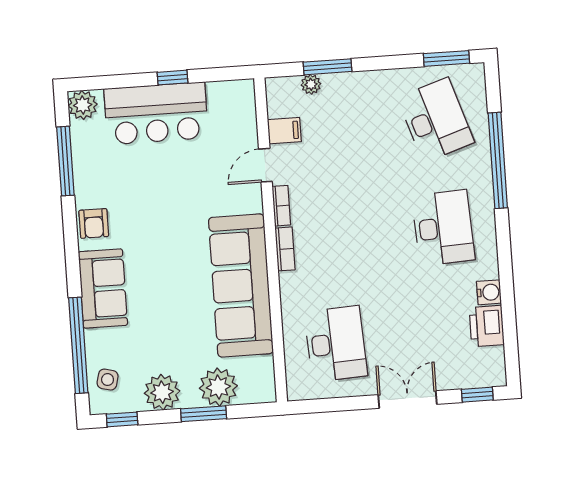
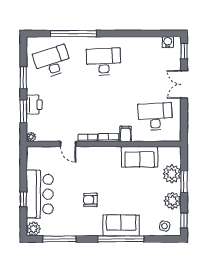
window: (446, 58) -> (23, 78), moved
window: (173, 78) -> (23, 199), moved
plant: (311, 84) -> (31, 137), moved
filing cabinet: (284, 131) -> (125, 134), moved
armchair: (94, 223) -> (90, 200), moved, turned 180
sofa: (241, 286) -> (140, 157), width x0.54, depth x0.79
water cooler: (489, 292) -> (168, 42), moved
printer: (487, 326) -> (34, 105), moved, turned -90
window: (78, 345) -> (121, 239), moved

